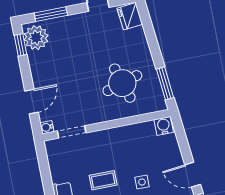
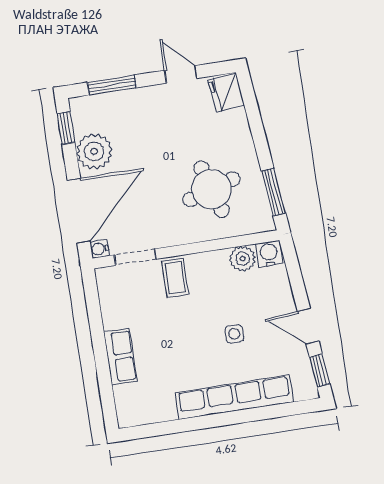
plant: (36, 38) -> (94, 151), moved
door: (32, 102) -> (79, 211), width x1.88
plant: (146, 130) -> (243, 259), added
coffee table: (103, 180) -> (175, 278), moved, turned 90

